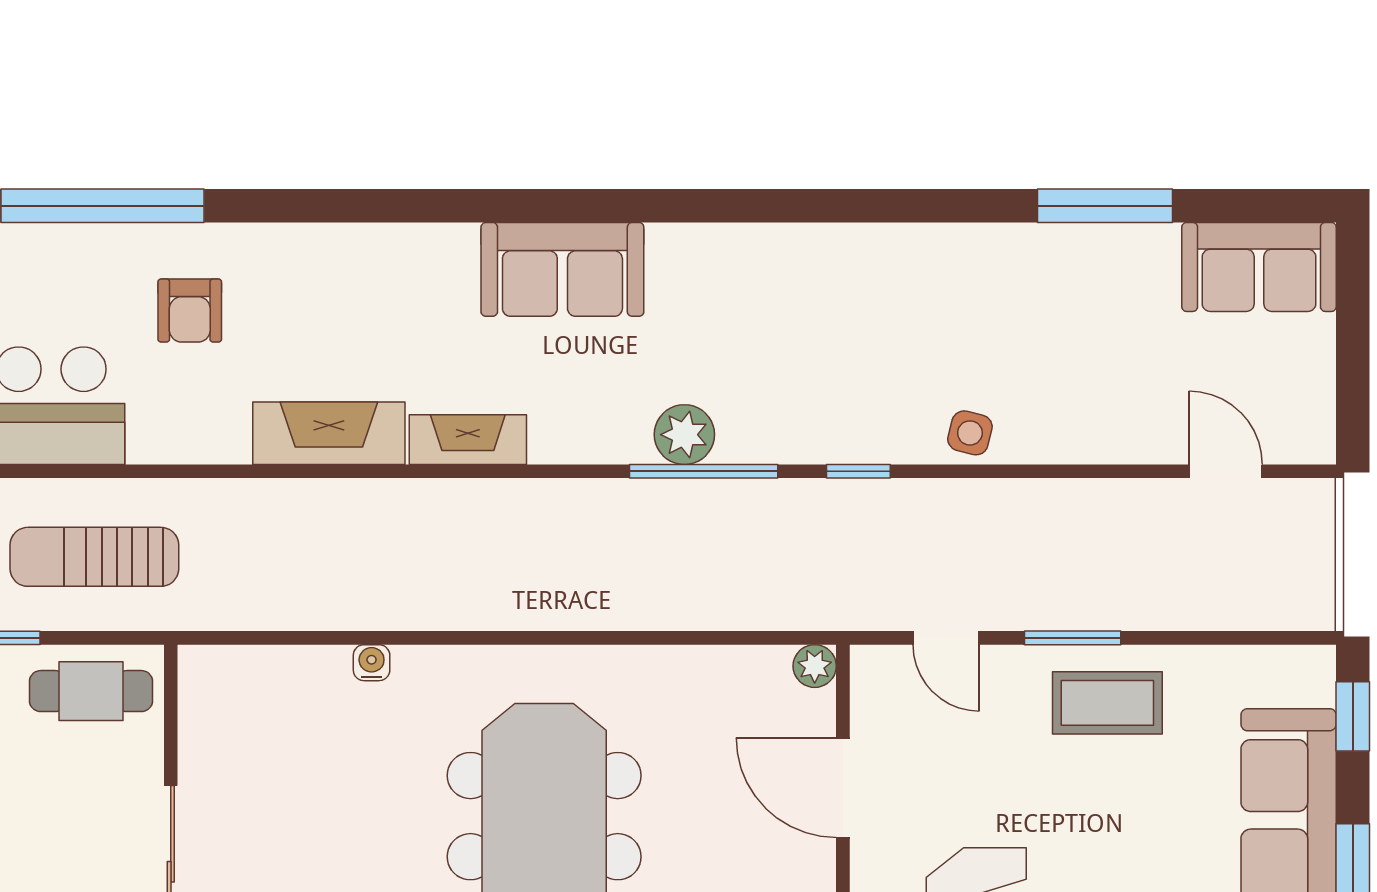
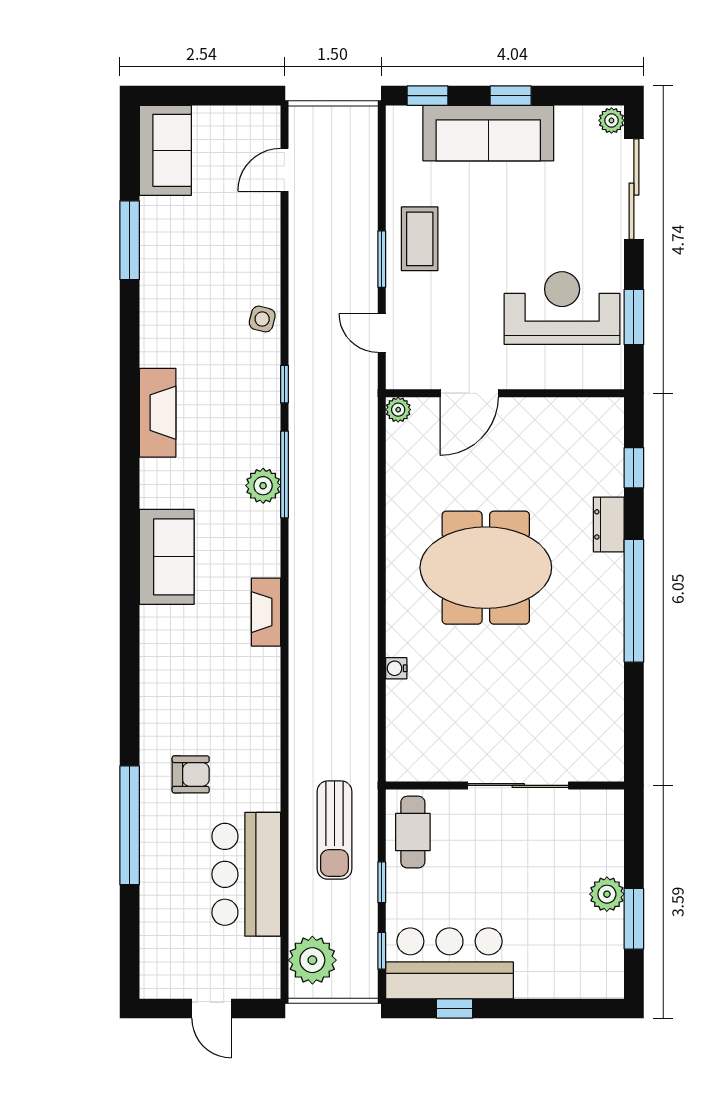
fireplace: (329, 433) -> (158, 413), moved, turned 180
door: (946, 638) -> (382, 333), swing flipped

